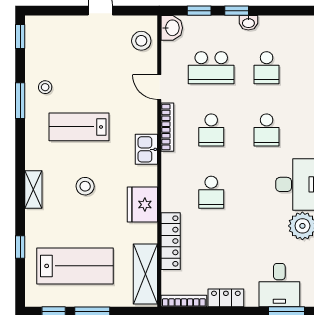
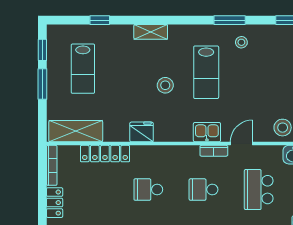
lab bench: (79, 127) -> (206, 72), turned 180
bookcase: (167, 127) -> (214, 151), width x0.64
kitchen sink: (146, 149) -> (207, 132), moved
stool: (85, 186) -> (165, 85), moved
fridge: (142, 205) -> (142, 132), width x0.73, depth x0.75
lab bench: (75, 266) -> (83, 69), width x0.73, depth x0.72

